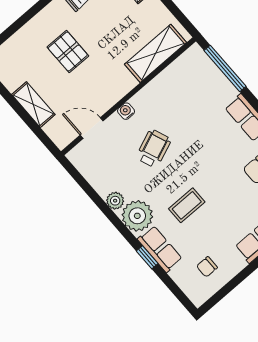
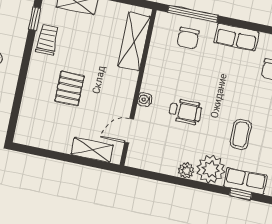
pallet: (68, 52) -> (69, 88), turned 90
chair: (205, 86) -> (188, 38), added
shelving: (33, 105) -> (92, 150), moved
wheelchair: (154, 149) -> (185, 112), turned 112

